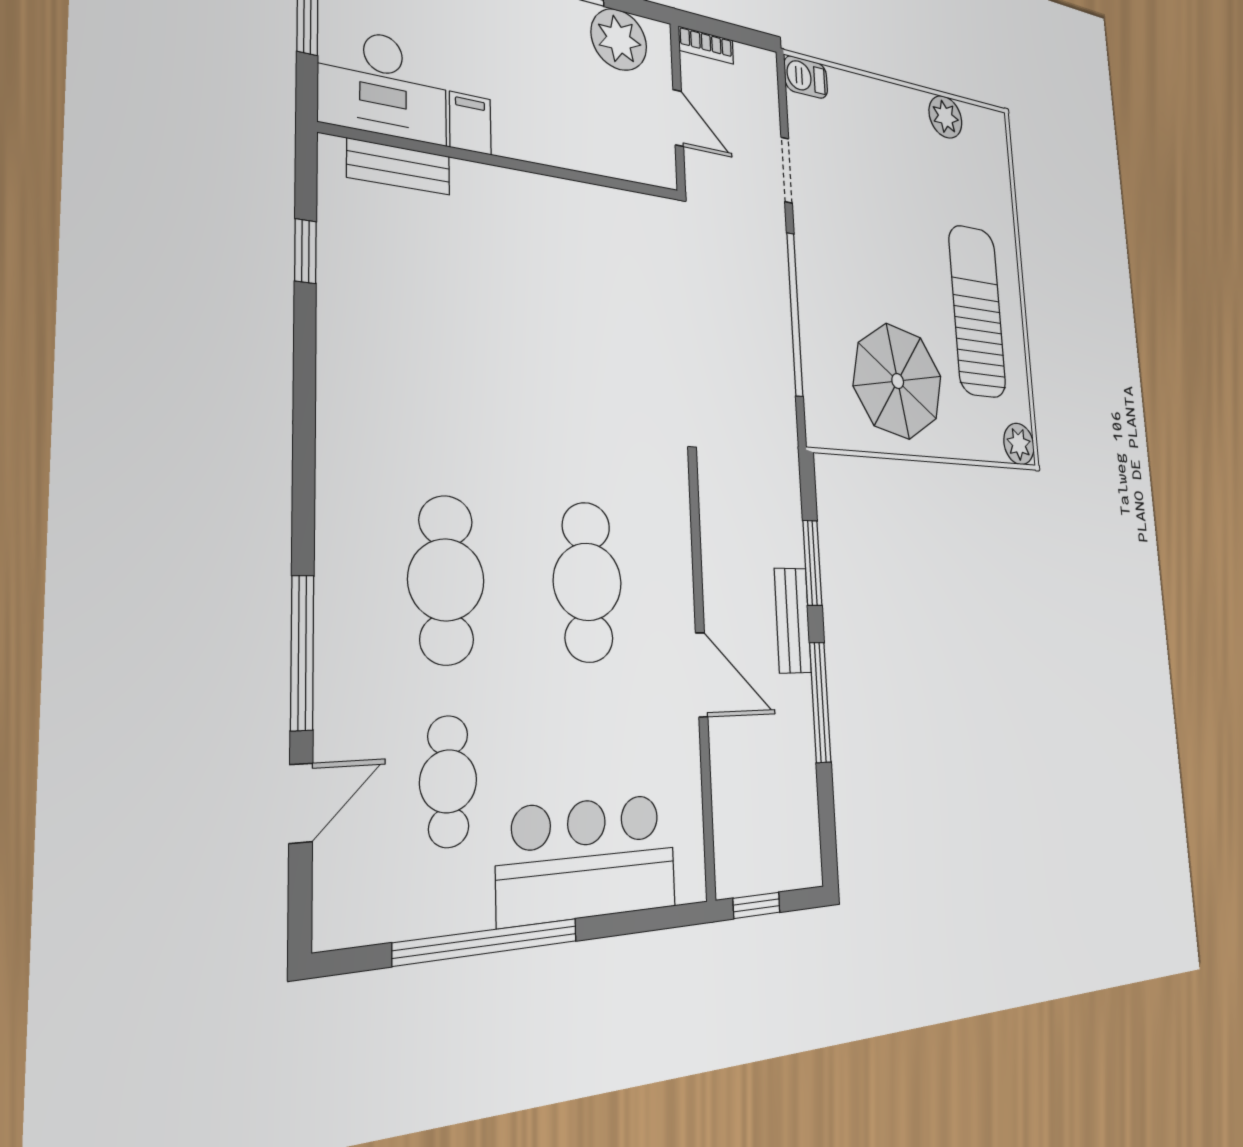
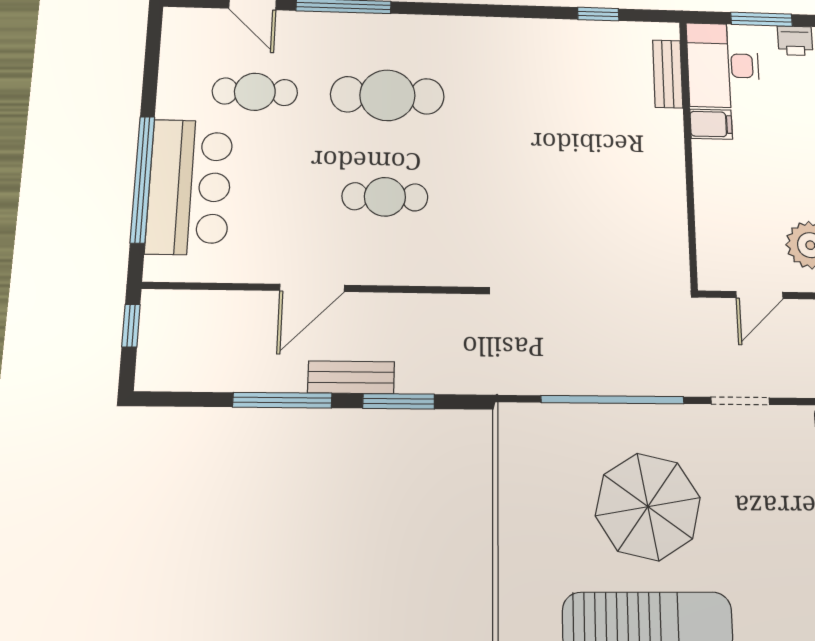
parasol: (898, 381) -> (648, 507), moved
cafe table: (587, 582) -> (385, 197), width x0.73, depth x0.74
window: (487, 942) -> (142, 179), moved

